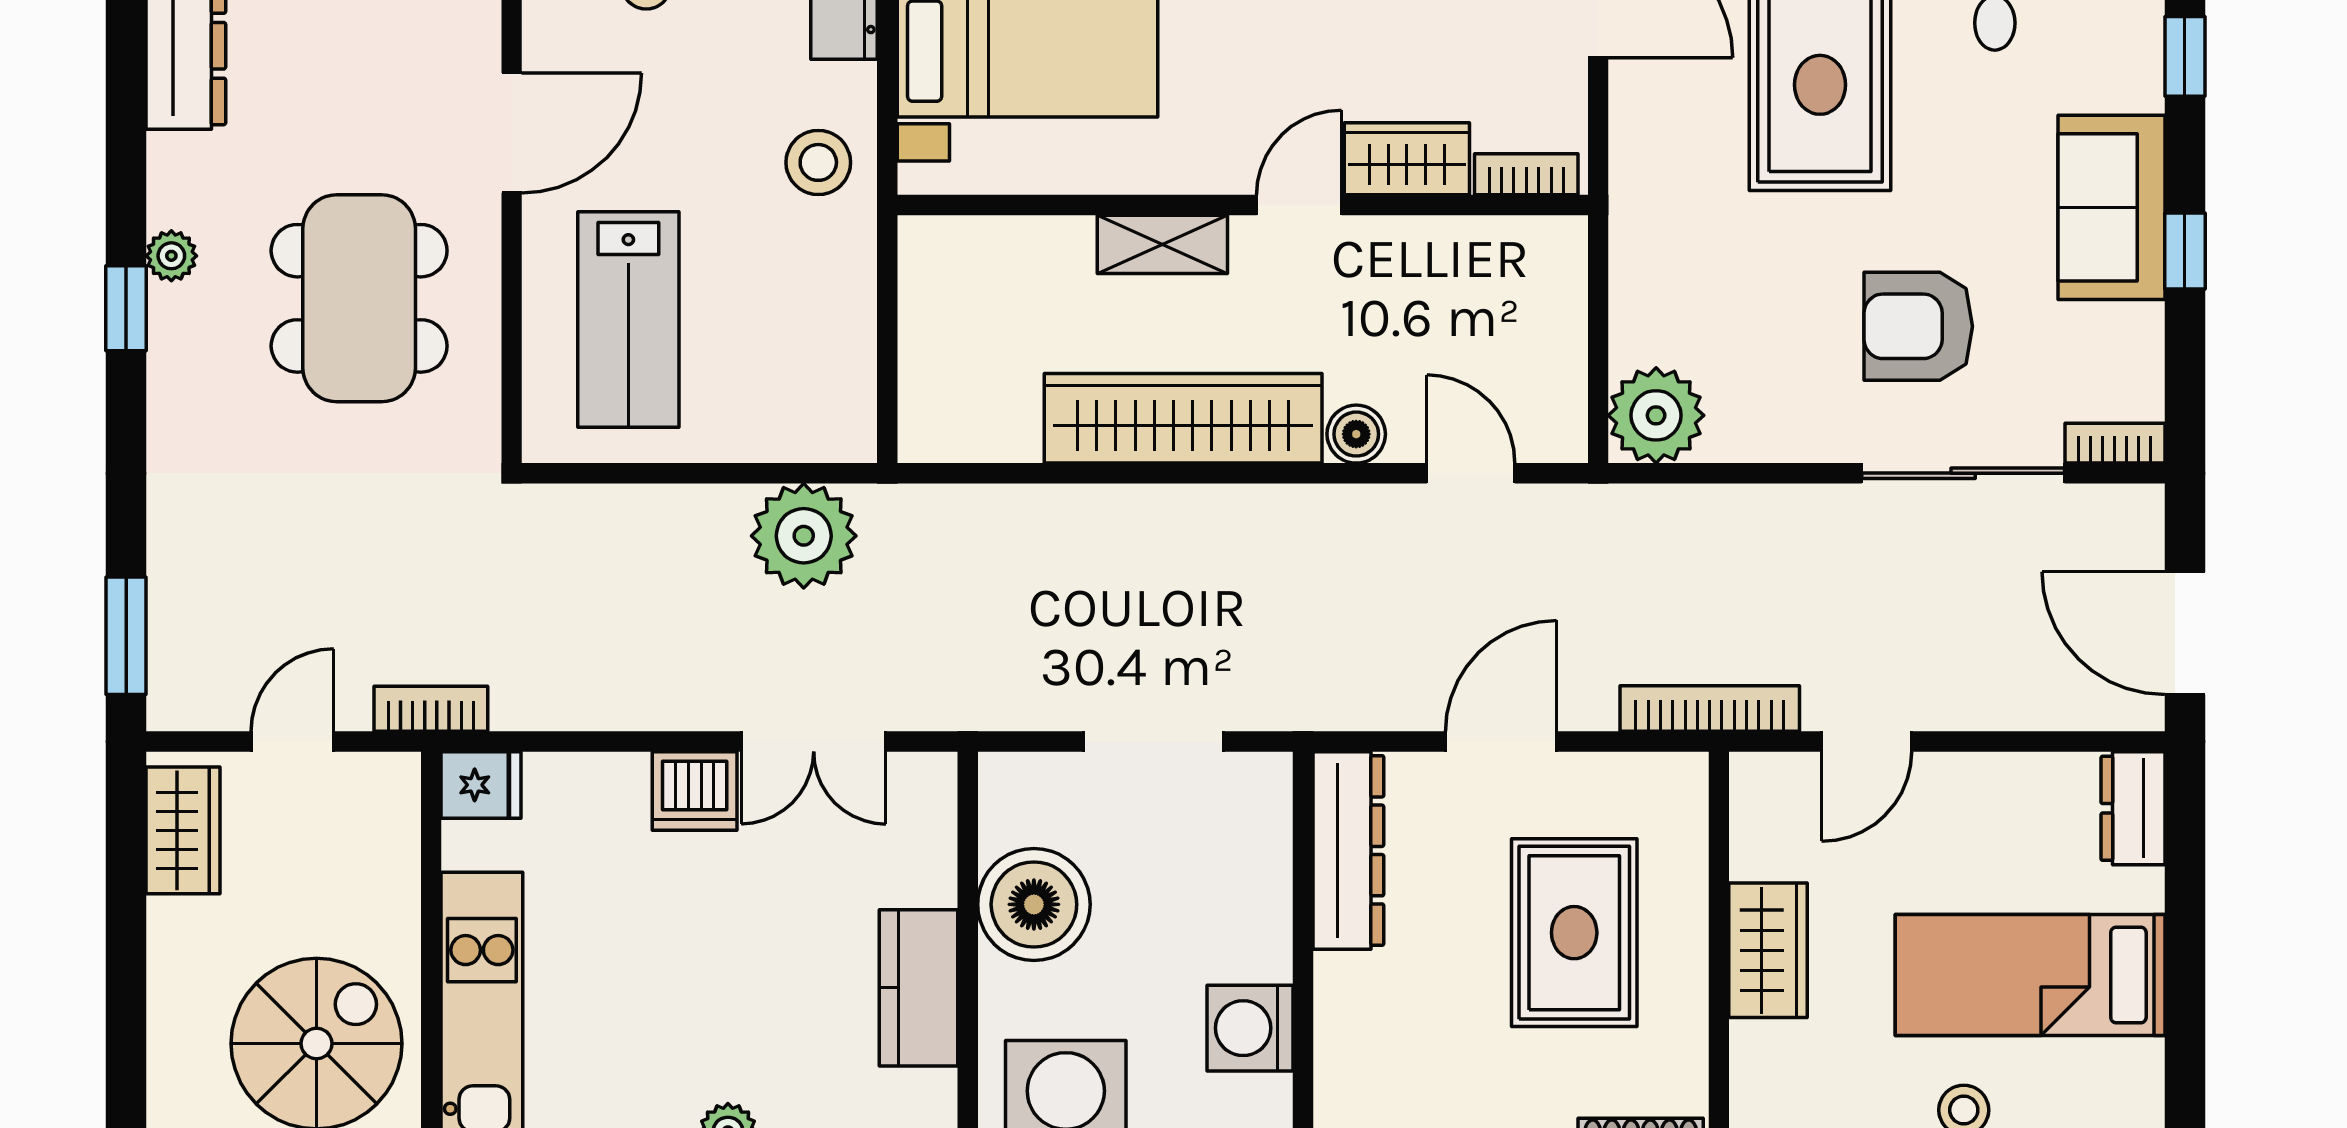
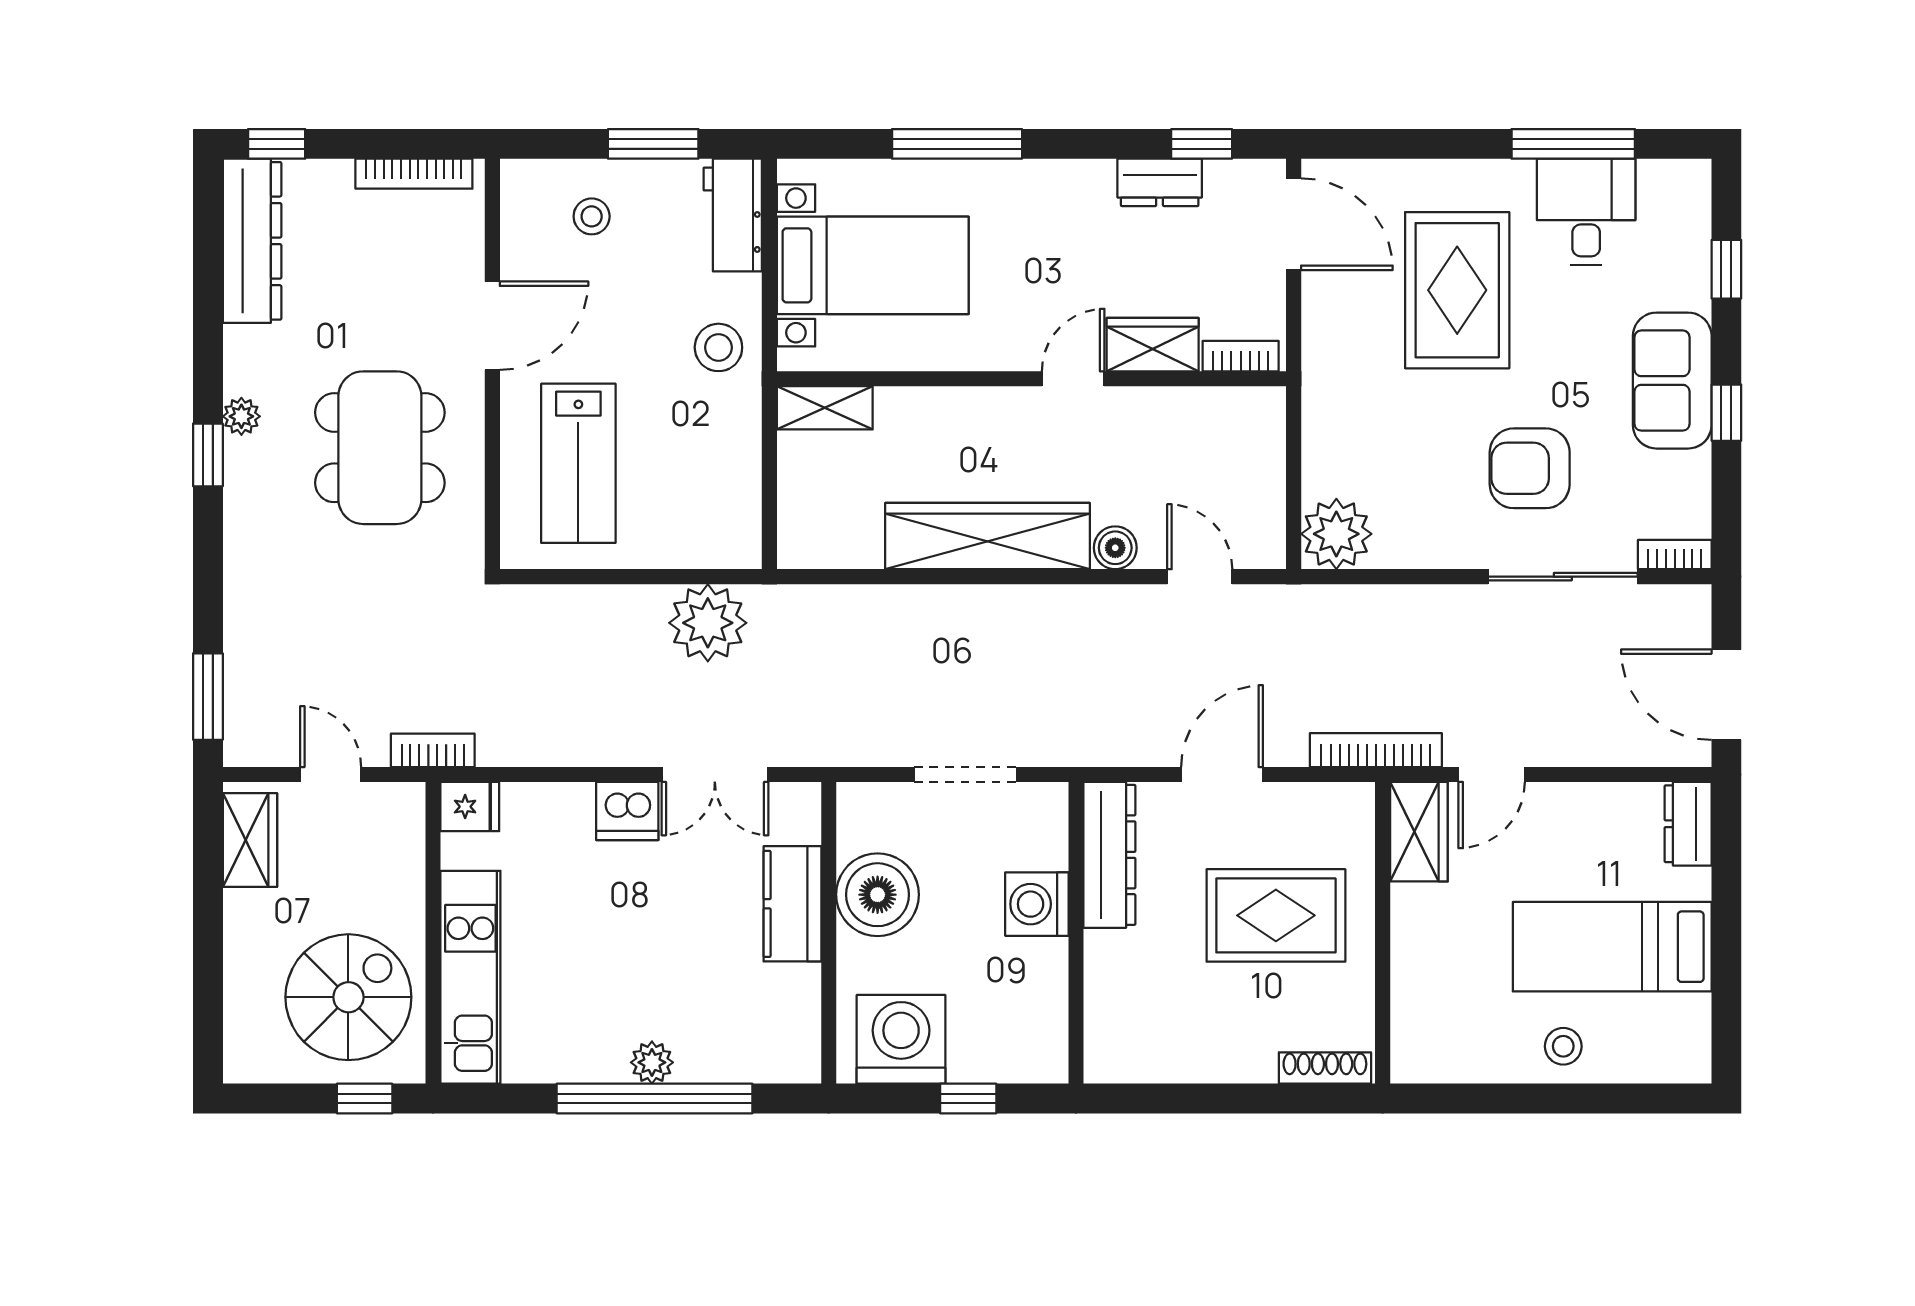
shelving: (1162, 244) -> (825, 408), moved
door: (292, 742) -> (331, 775), hinge flipped
rug: (1574, 933) -> (1276, 915), turned 90
wardrobe: (1768, 950) -> (1419, 832), moved
kitchen counter: (919, 988) -> (792, 904), moved
washing machine: (1250, 1028) -> (1037, 904), moved

